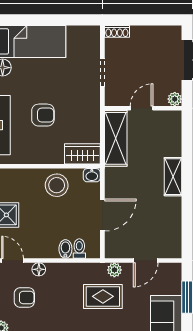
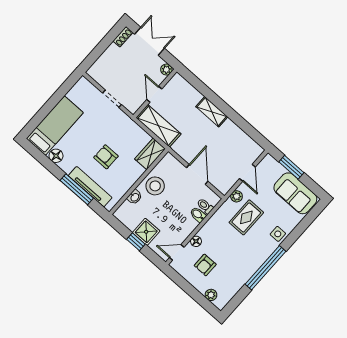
shoe rack: (117, 31) -> (123, 37), moved
armchair: (43, 115) -> (106, 157), turned -90
washbasin: (92, 175) -> (135, 197), moved
armchair: (24, 298) -> (205, 265), turned 180

